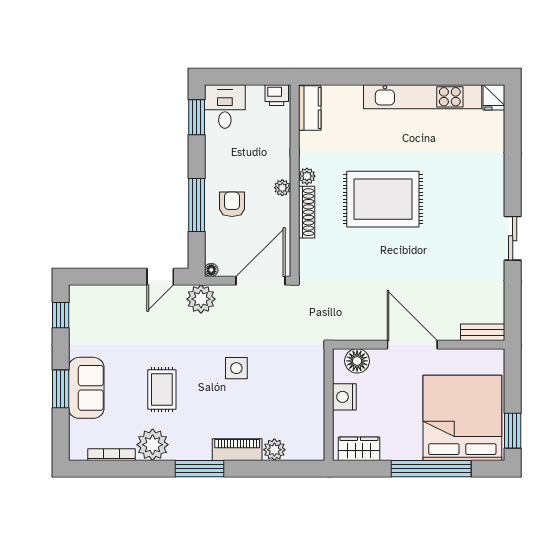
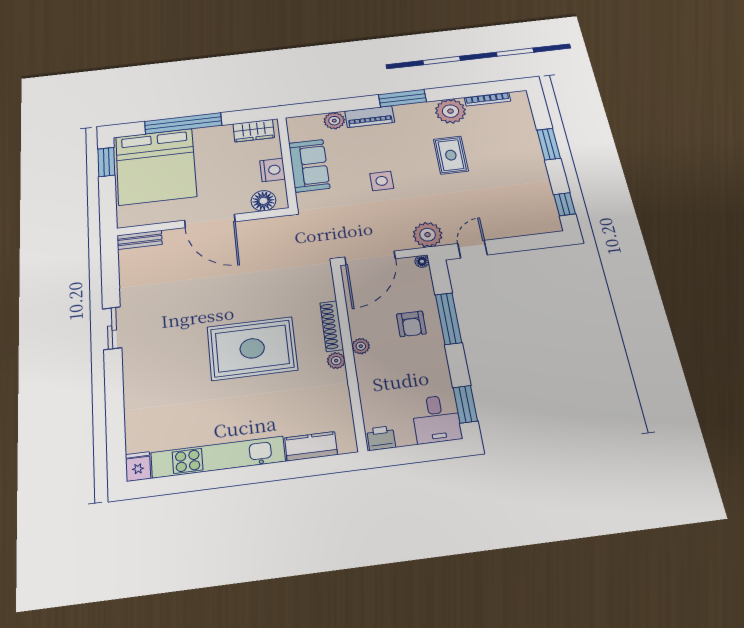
kitchen counter: (310, 108) -> (311, 446), moved, turned 90
sofa: (86, 388) -> (309, 166), moved, turned 180

